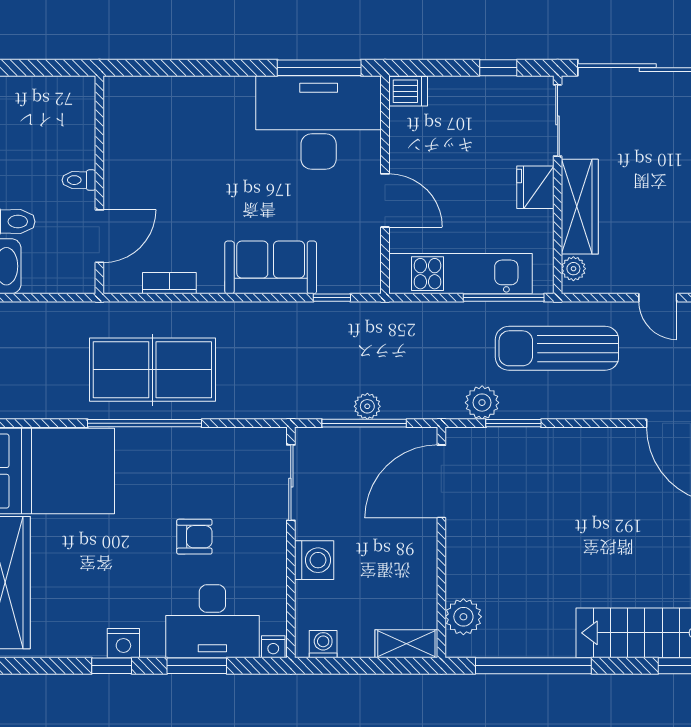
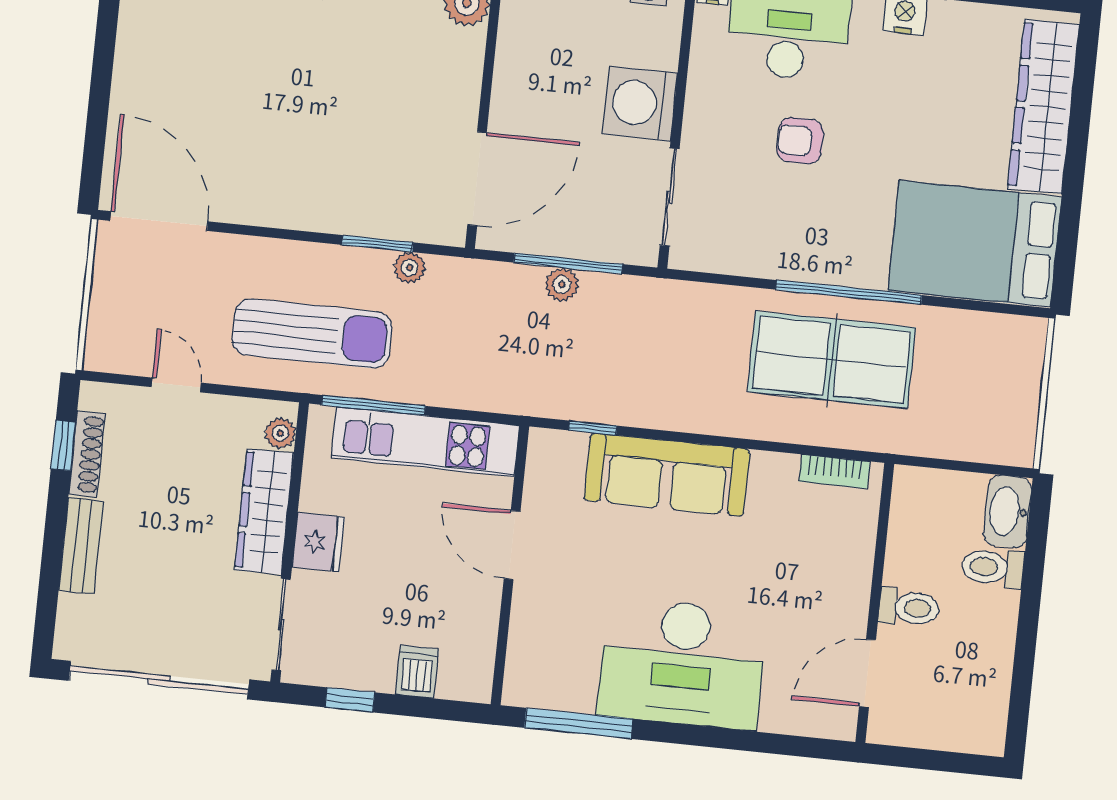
dishwasher: (408, 91) -> (417, 672), moved, turned 90
desk: (319, 122) -> (682, 663), moved
toilet: (79, 180) -> (909, 608), width x1.37, depth x1.39
door: (99, 236) -> (868, 673), moved
sofa: (271, 267) -> (667, 475), width x1.36
bookcase: (169, 283) -> (834, 472), moved
plant: (482, 403) -> (410, 268), width x0.73, depth x0.73
washing machine: (314, 560) -> (640, 103), width x1.37, depth x1.37

